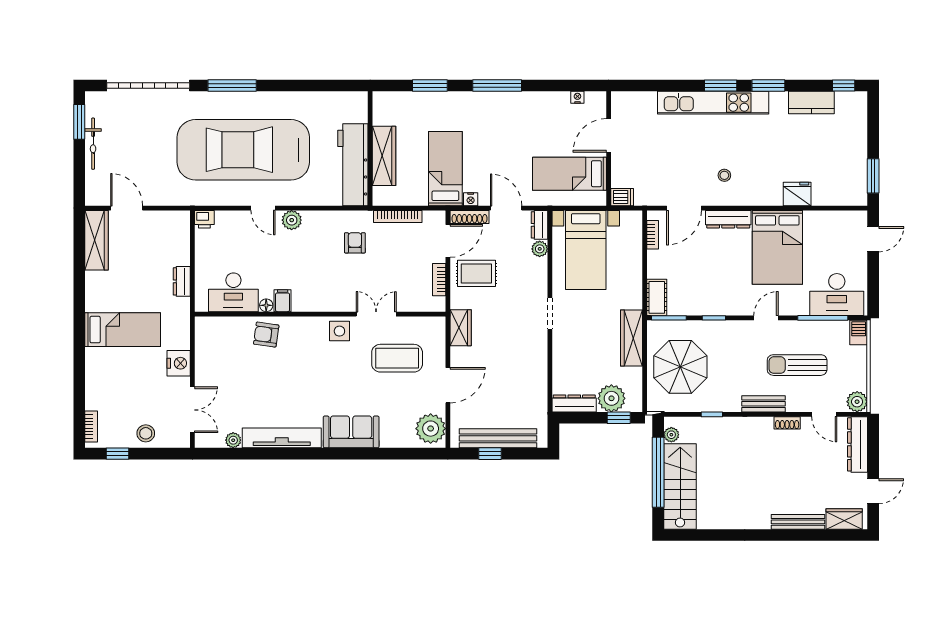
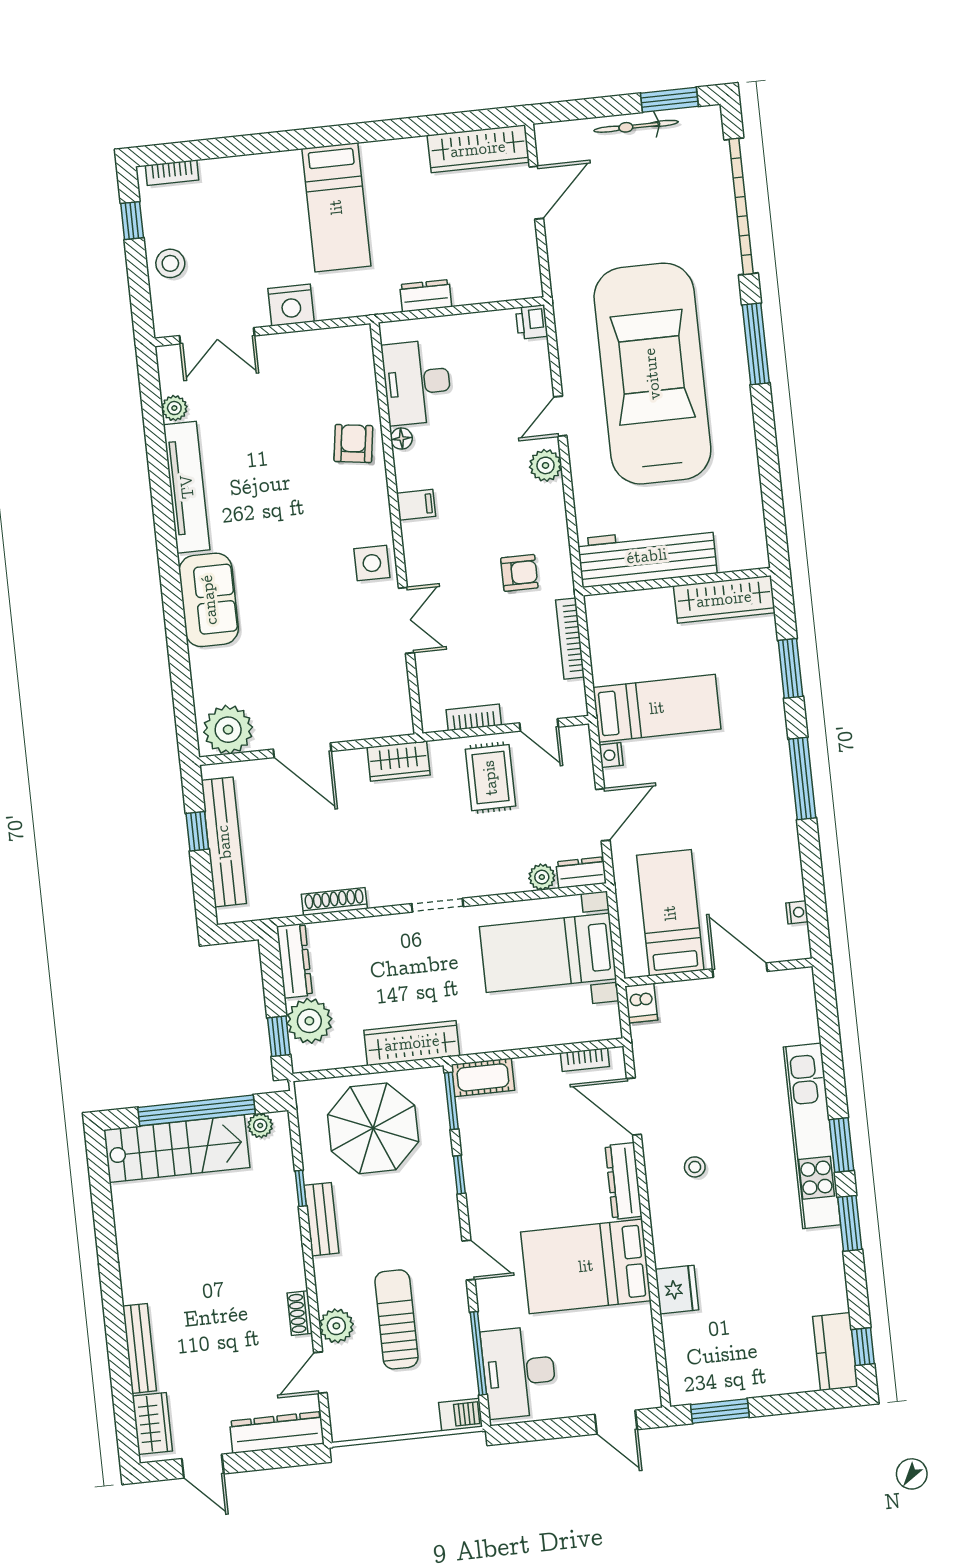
kitchen counter: (811, 103) -> (835, 1352), moved
wardrobe: (384, 156) -> (724, 599), moved
shoe rack: (469, 217) -> (334, 902), moved, turned 90
door: (448, 241) -> (539, 725), width x0.73
filing cabinet: (283, 301) -> (416, 505), moved
coffee table: (397, 358) -> (338, 662), removed
plant: (857, 402) -> (336, 1326), moved
bench: (764, 404) -> (321, 1219), moved

